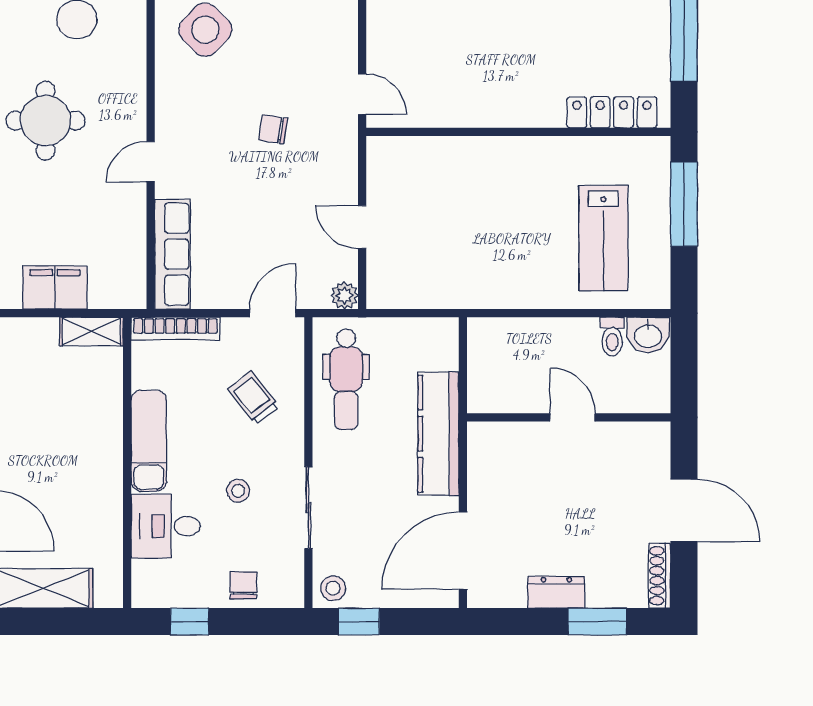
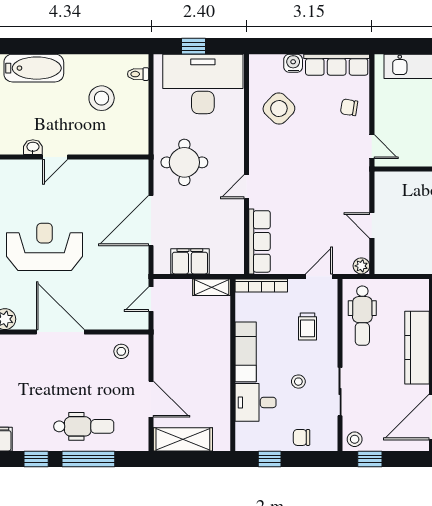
chair: (273, 129) -> (349, 107), moved
trolley: (254, 398) -> (307, 326), turned -142
chair: (243, 585) -> (302, 437), turned -90

